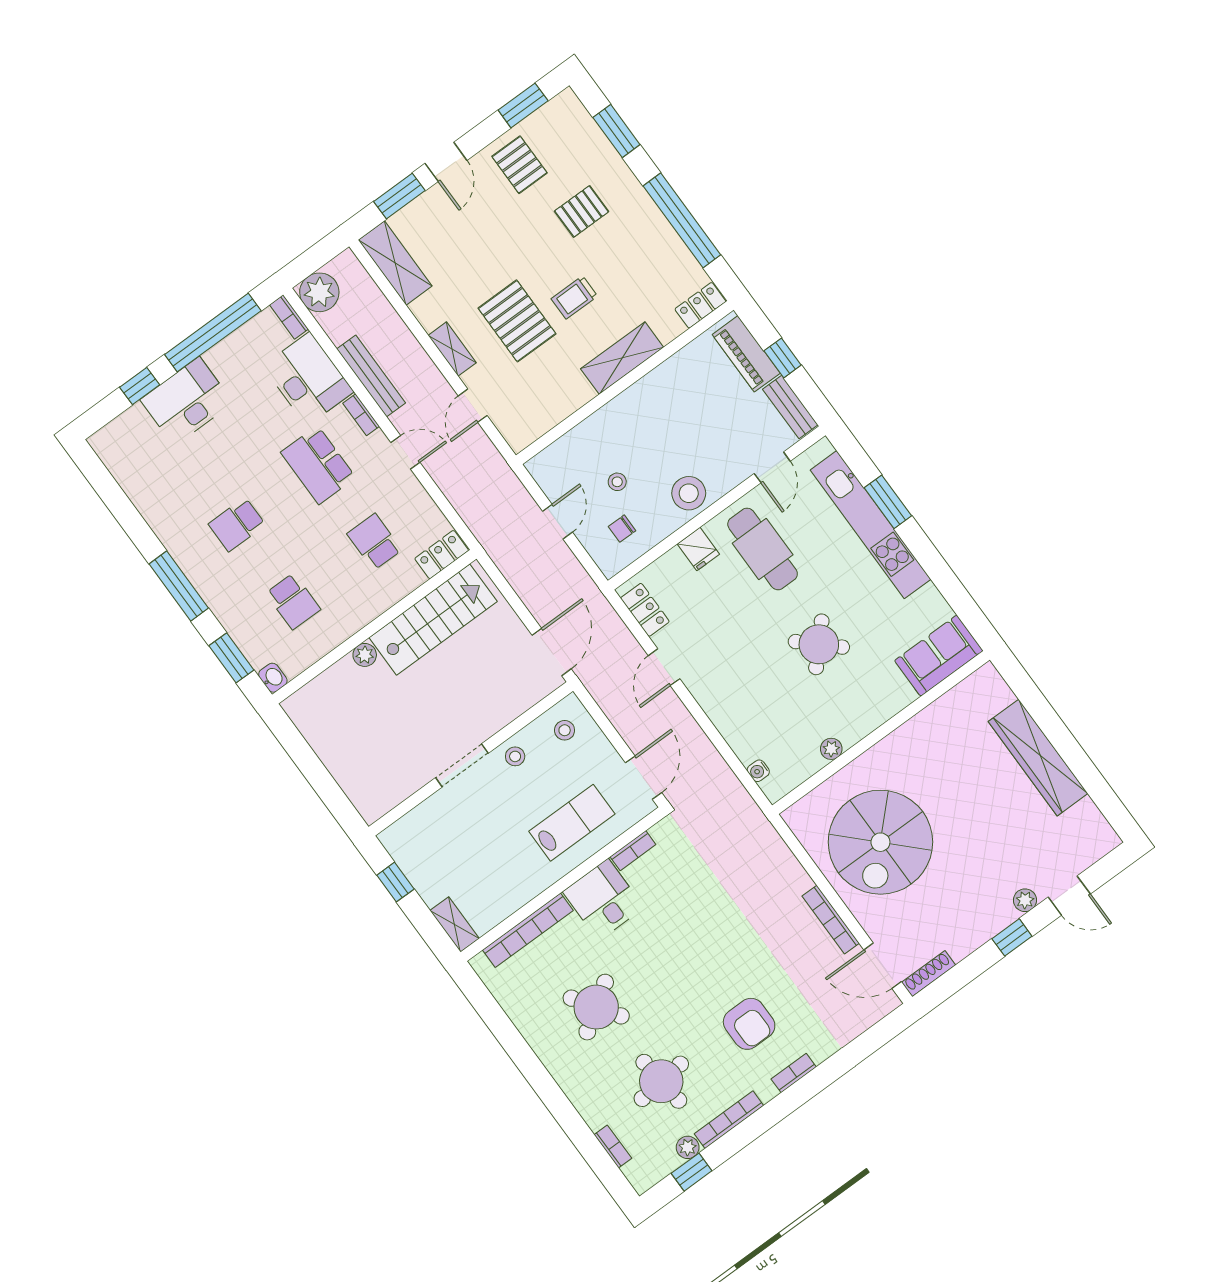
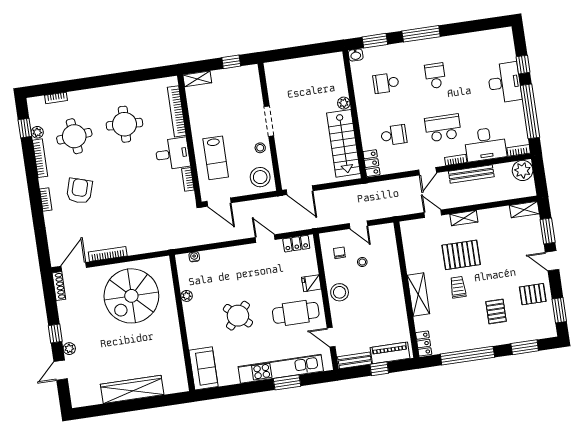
shelving: (395, 263) -> (524, 210), width x0.67, depth x0.75
stool: (565, 730) -> (260, 177), width x1.89, depth x1.89
spiral stairs: (880, 842) -> (131, 296), turned -90
round table: (596, 1007) -> (124, 124), turned 36
armchair: (749, 1024) -> (79, 191), turned 107

